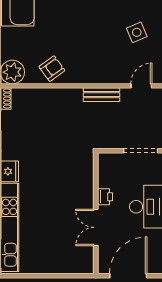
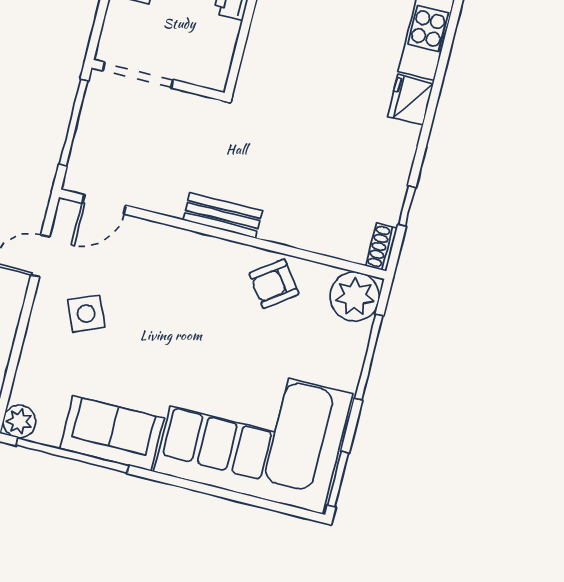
bench: (101, 95) -> (223, 215), moved

